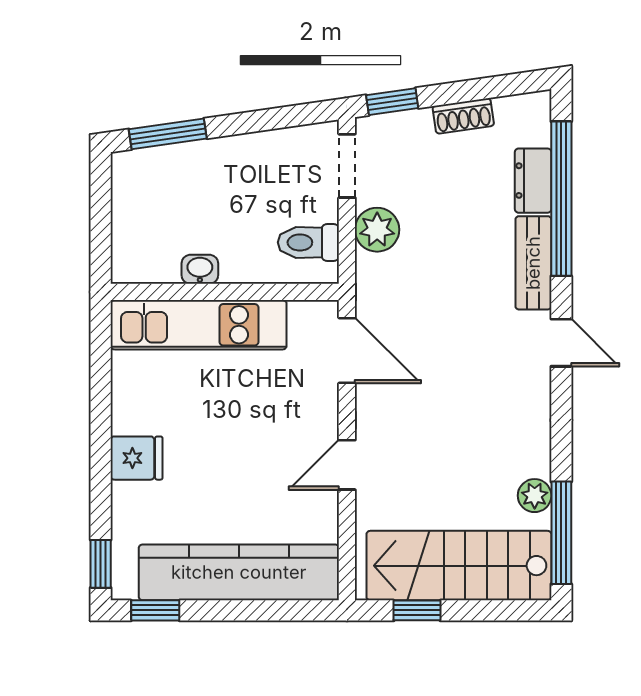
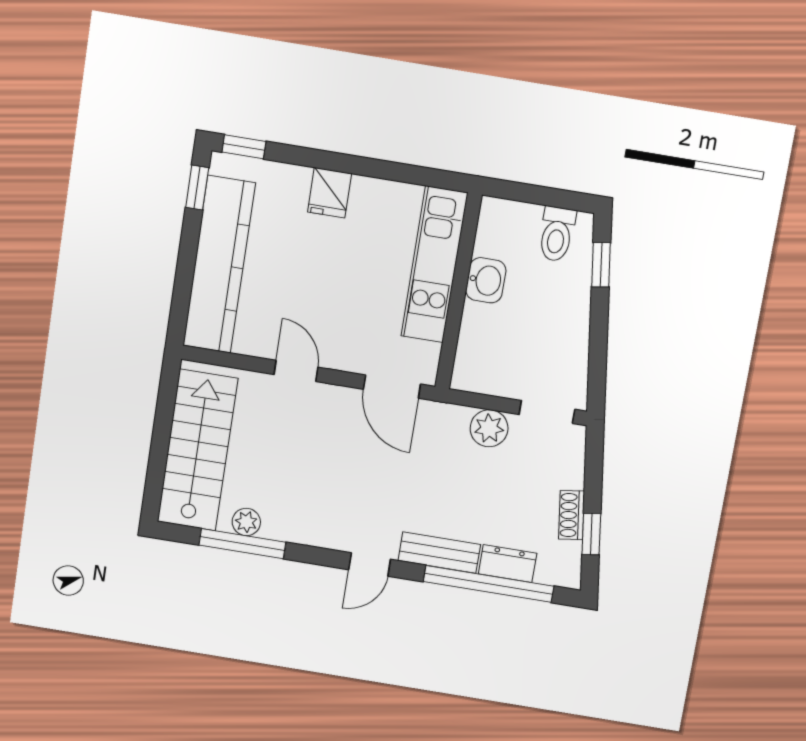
window: (392, 102) -> (591, 534), moved
window: (168, 134) -> (601, 265), width x0.67
toilet: (308, 242) -> (557, 234), moved, turned 180
washbasin: (200, 269) -> (486, 280), width x1.38, depth x1.45
door: (347, 350) -> (392, 387), hinge flipped
window: (561, 533) -> (242, 544), moved
window: (417, 610) -> (165, 409), removed

